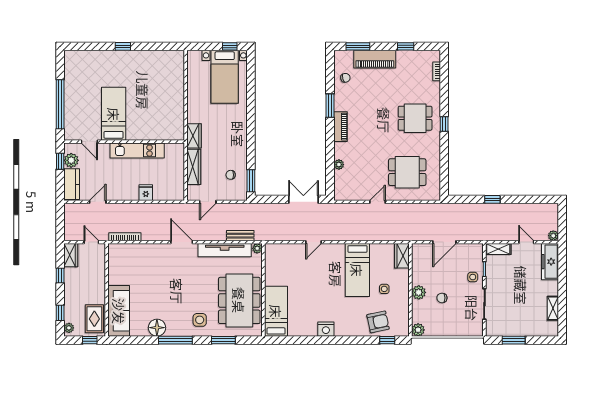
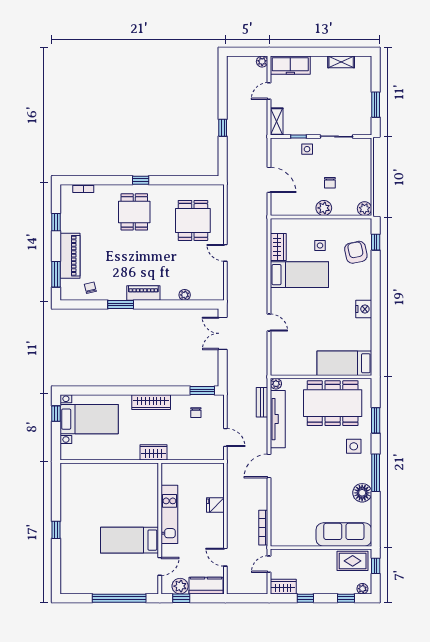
wardrobe: (194, 167) -> (151, 402), moved, turned 180
wardrobe: (402, 256) -> (278, 247), moved, turned -90

